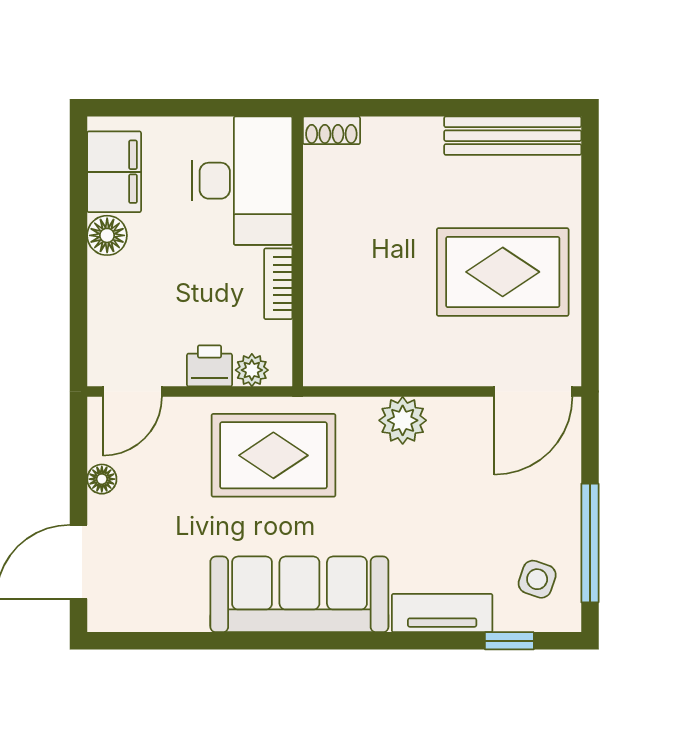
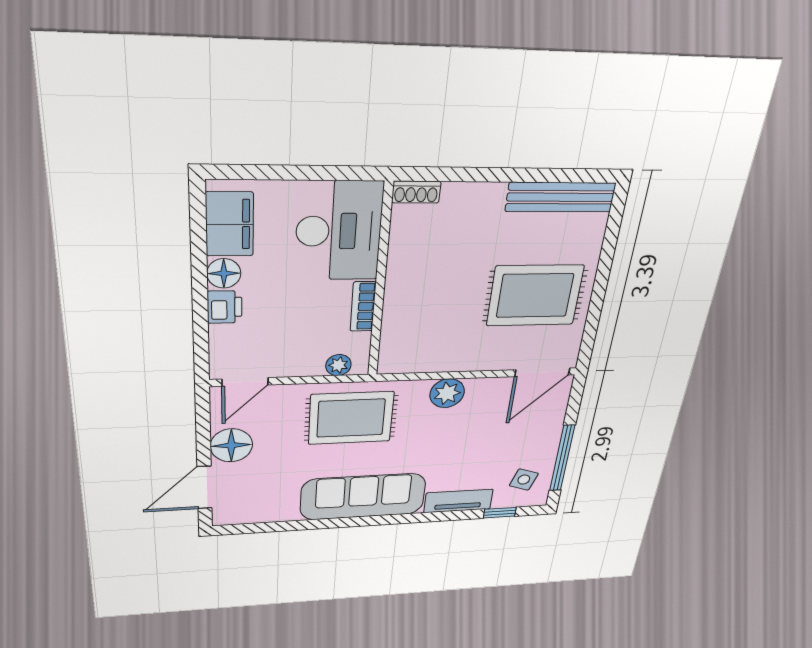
printer: (209, 366) -> (225, 307), moved, turned 90
floor lamp: (102, 479) -> (231, 445), width x1.89, depth x1.89

